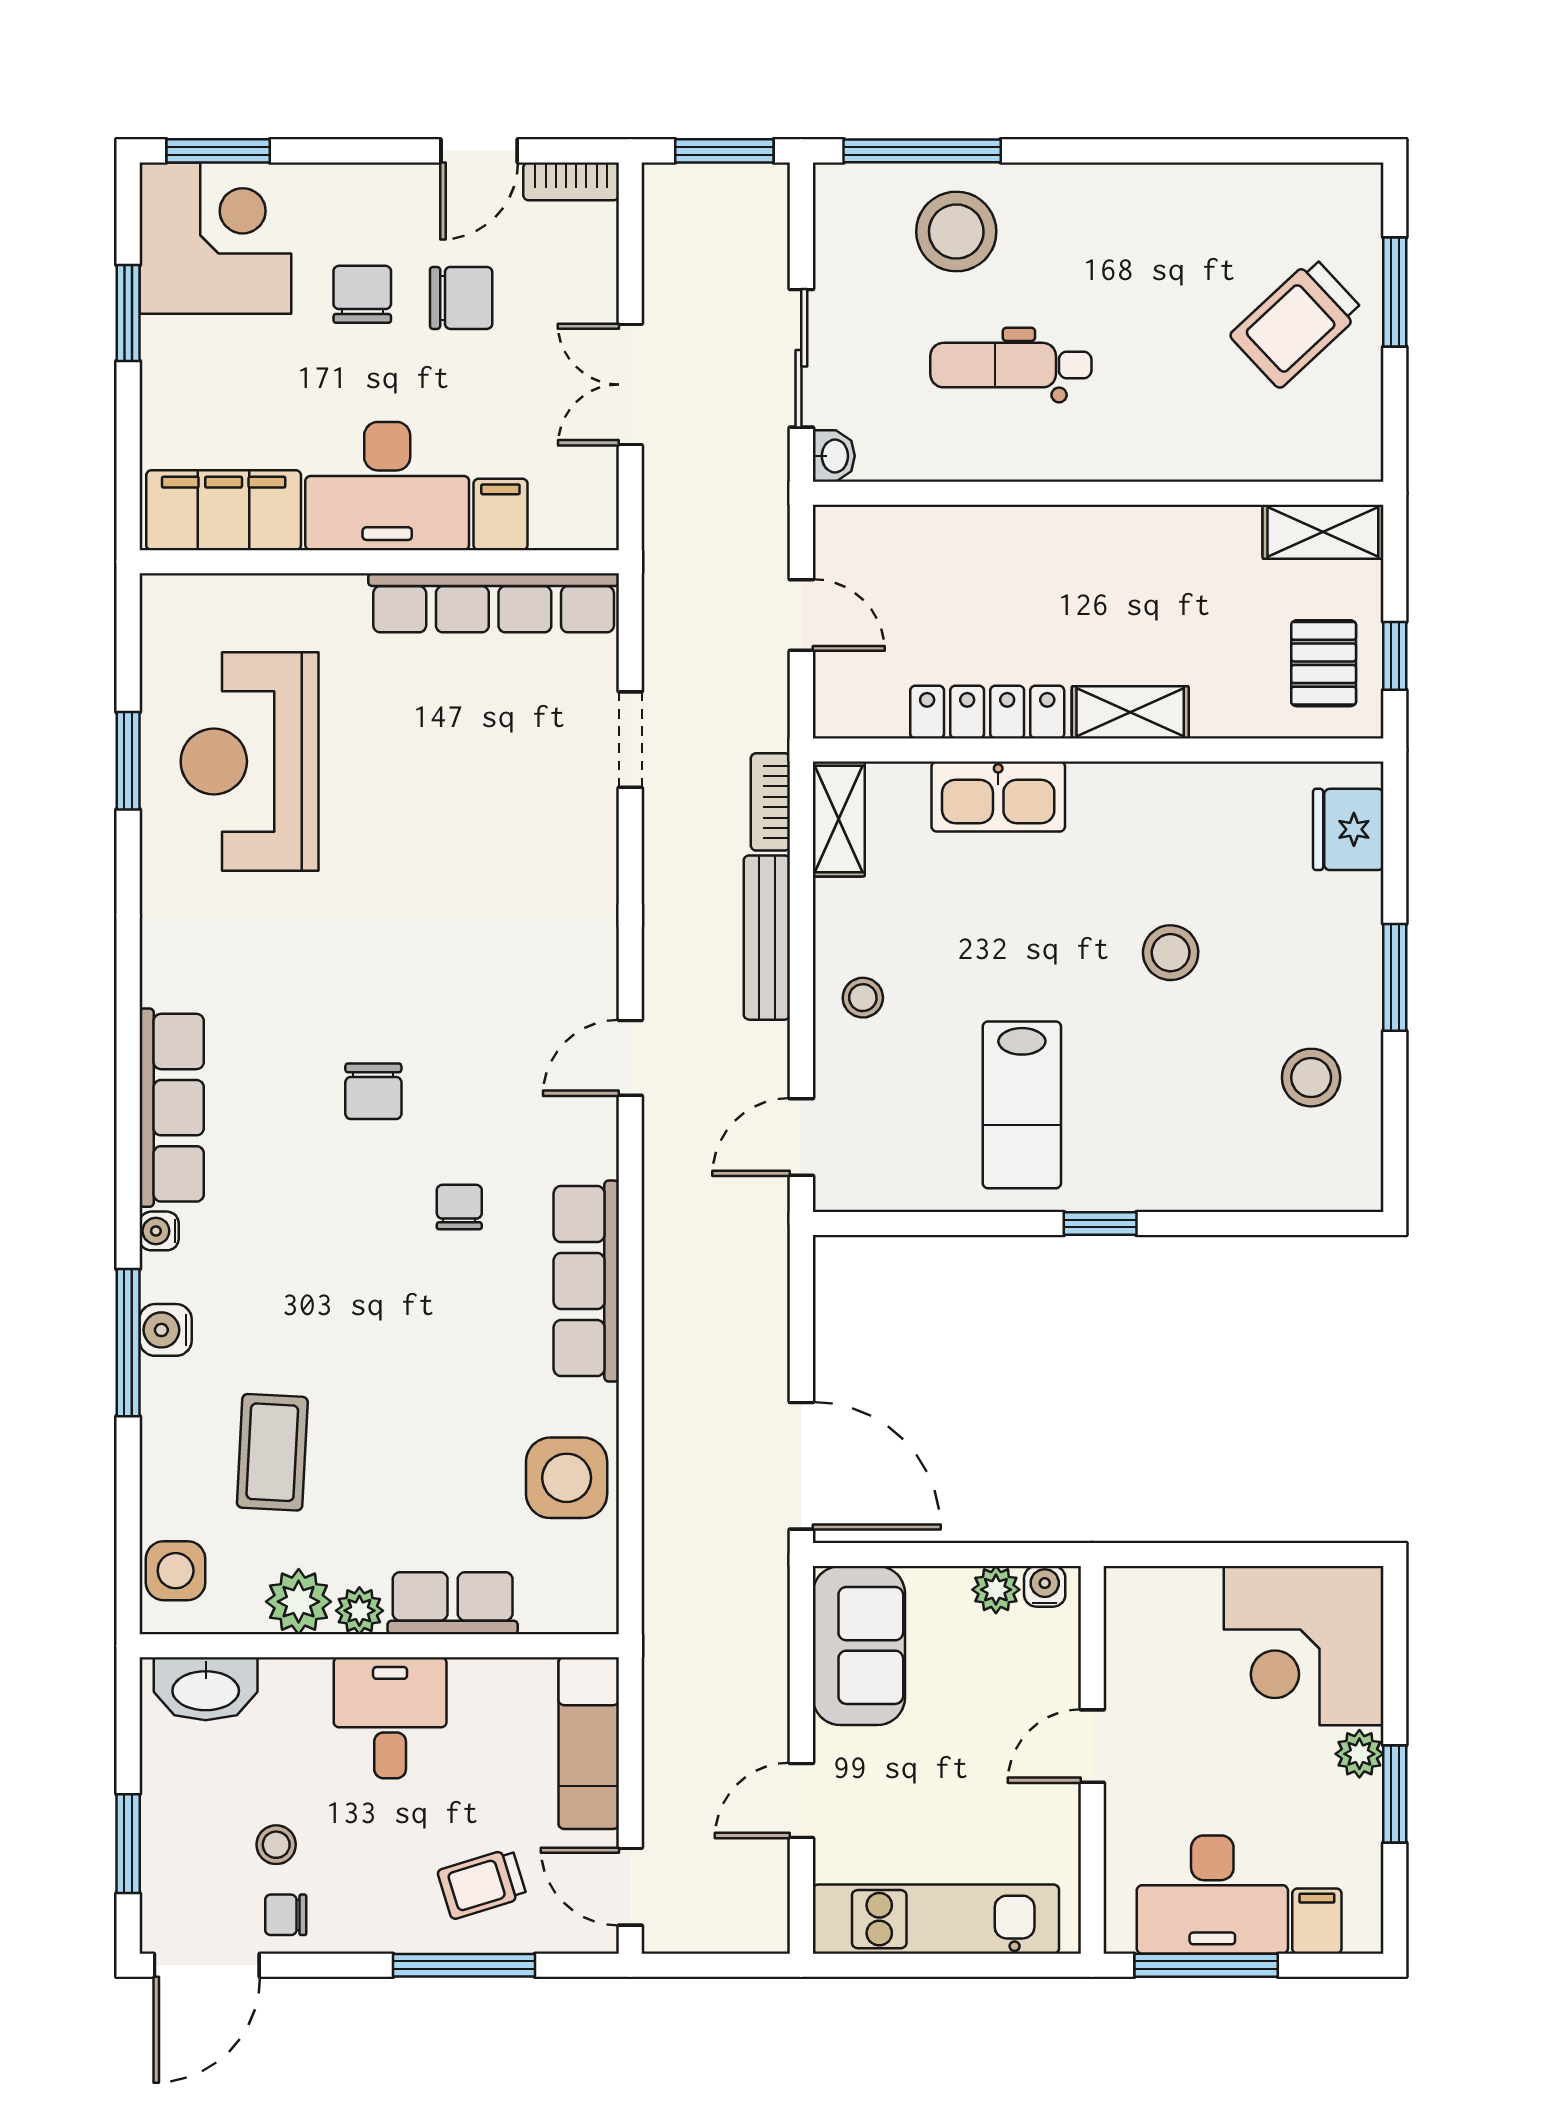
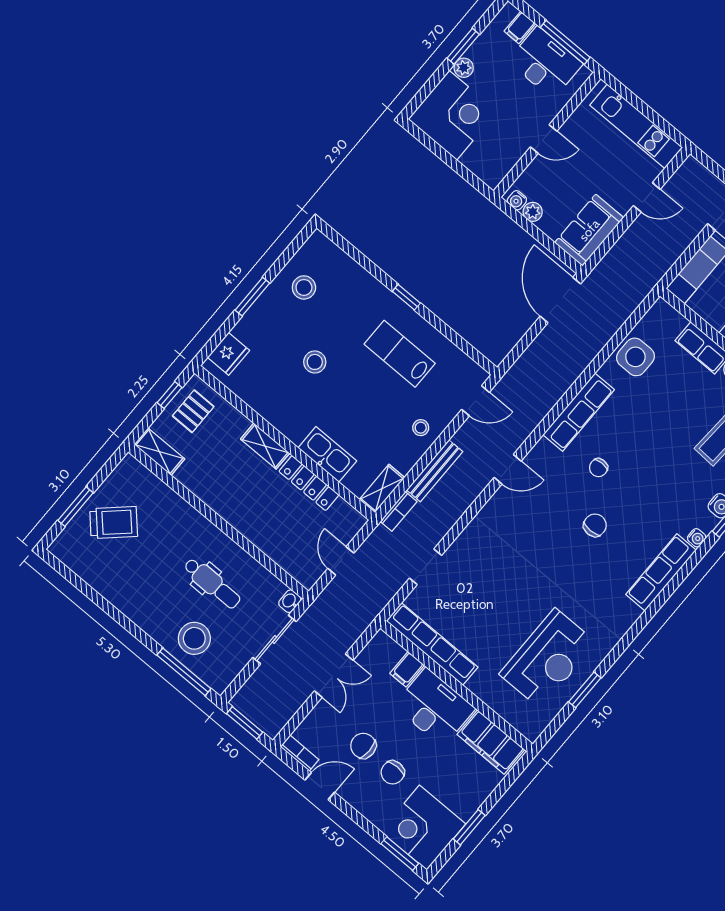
lab bench: (1022, 1105) -> (400, 354), turned -90

